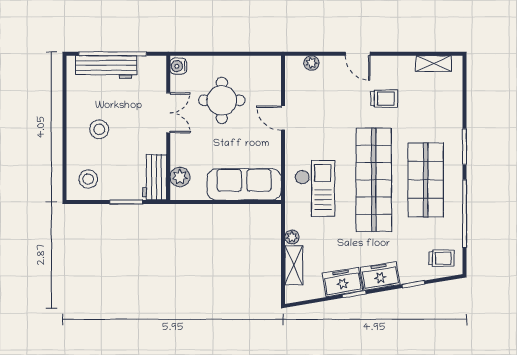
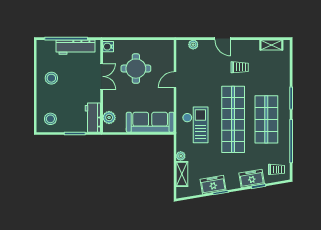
workbench: (106, 67) -> (76, 47), moved
door: (283, 118) -> (175, 80), hinge flipped
stool: (99, 129) -> (51, 78), moved
freezer: (380, 276) -> (252, 178), moved

